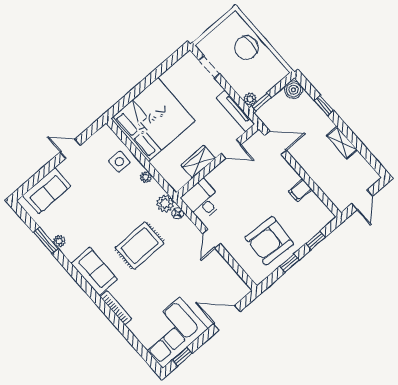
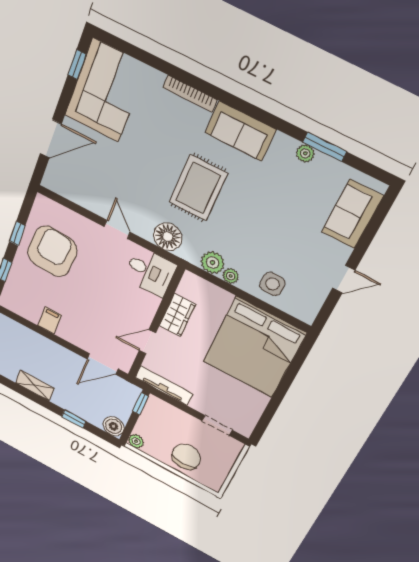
plant: (250, 99) -> (136, 441), moved
plant: (165, 204) -> (213, 263), moved
floor lamp: (178, 213) -> (168, 237), width x1.89, depth x1.89

